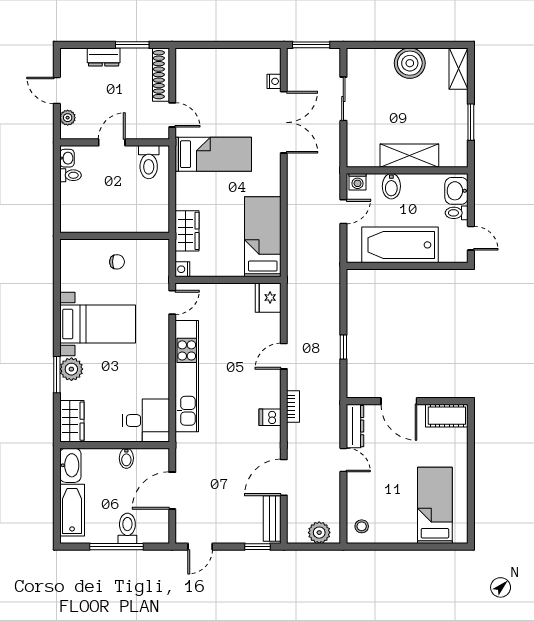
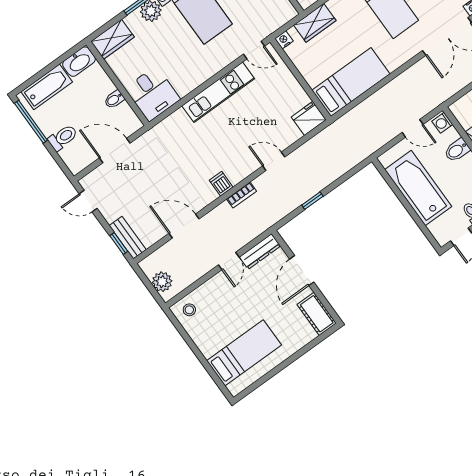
kitchen unit: (187, 376) -> (218, 92), width x0.73
bench: (272, 519) -> (128, 238), moved, turned 90
window: (117, 547) -> (31, 122), moved

